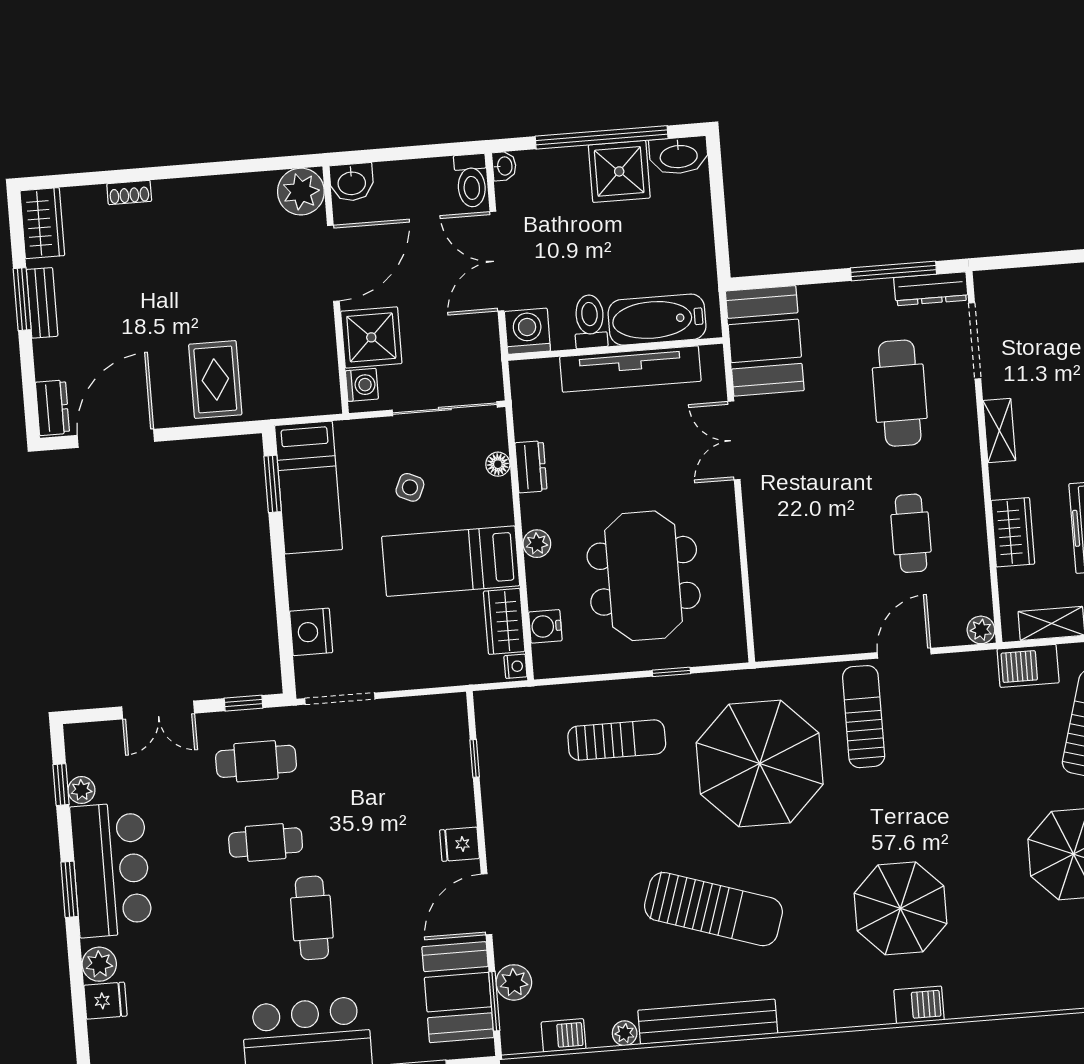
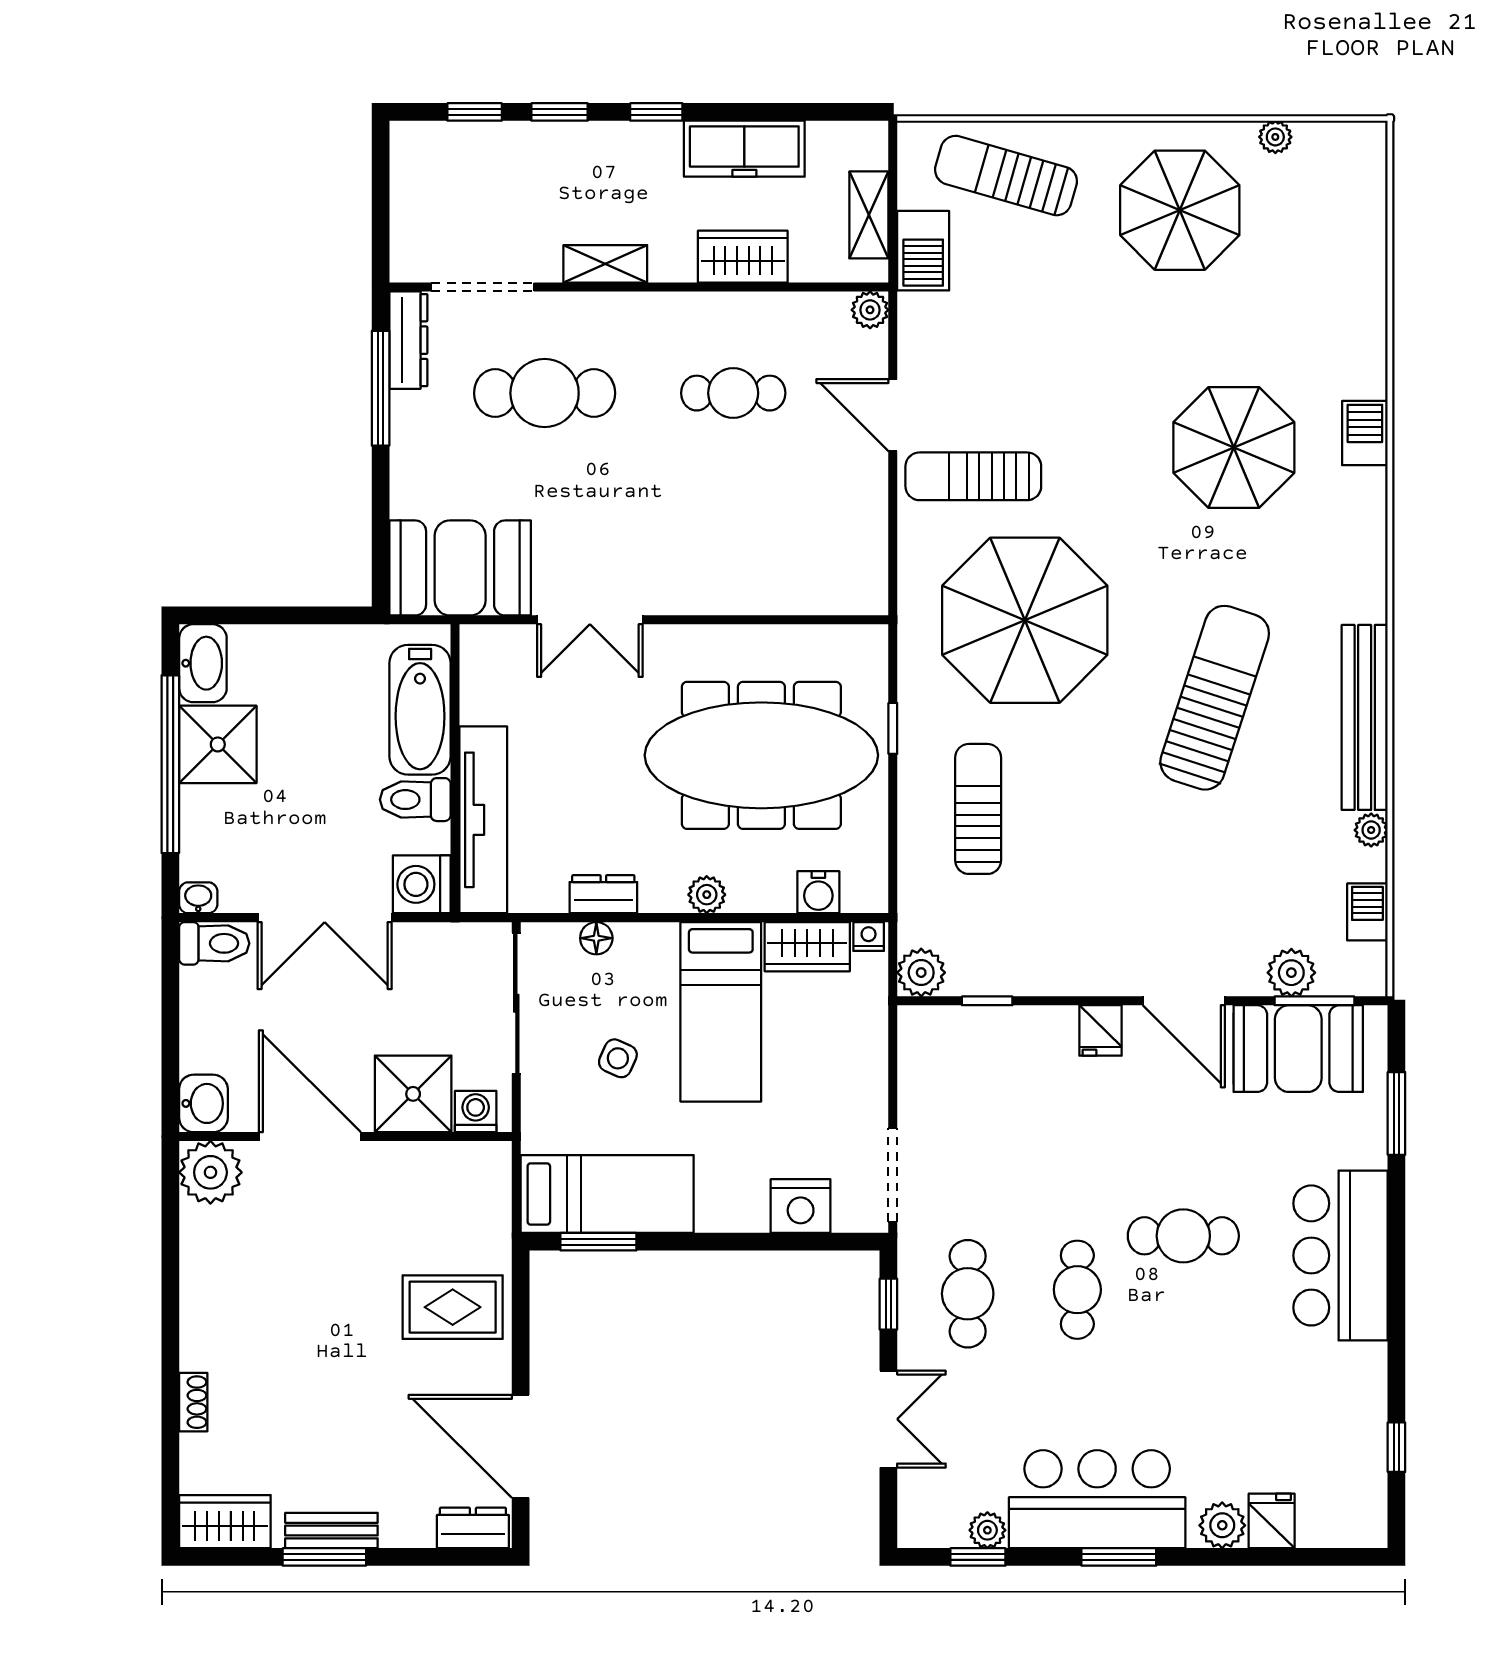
tv unit: (630, 369) -> (483, 820), moved
meeting table: (644, 576) -> (761, 755), width x1.36
plant: (492, 708) -> (921, 973), added

